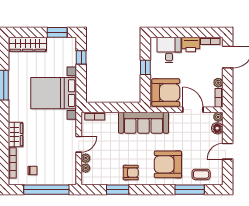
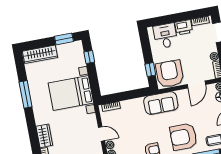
window: (145, 67) -> (150, 70), moved
armchair: (166, 92) -> (170, 74), turned -90
door: (193, 110) -> (196, 85), swing flipped
sofa: (143, 123) -> (161, 103), width x0.73
door: (79, 144) -> (102, 134), hinge flipped

